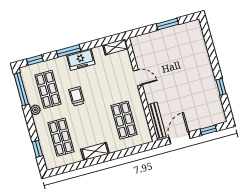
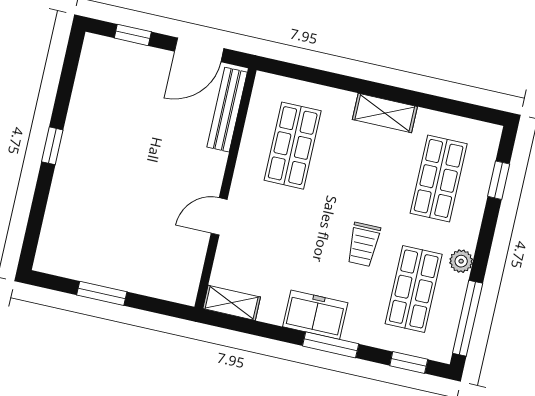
door: (138, 78) -> (219, 216), hinge flipped
window: (221, 87) -> (52, 146), moved

